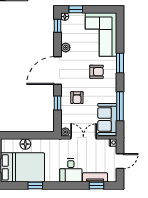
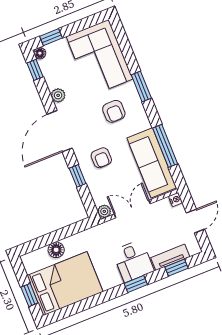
armchair: (97, 72) -> (114, 111), turned 90
sofa: (107, 119) -> (152, 163), width x1.36
window: (35, 186) -> (136, 284), moved

